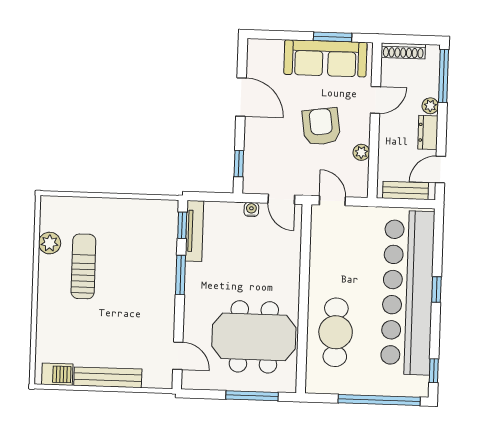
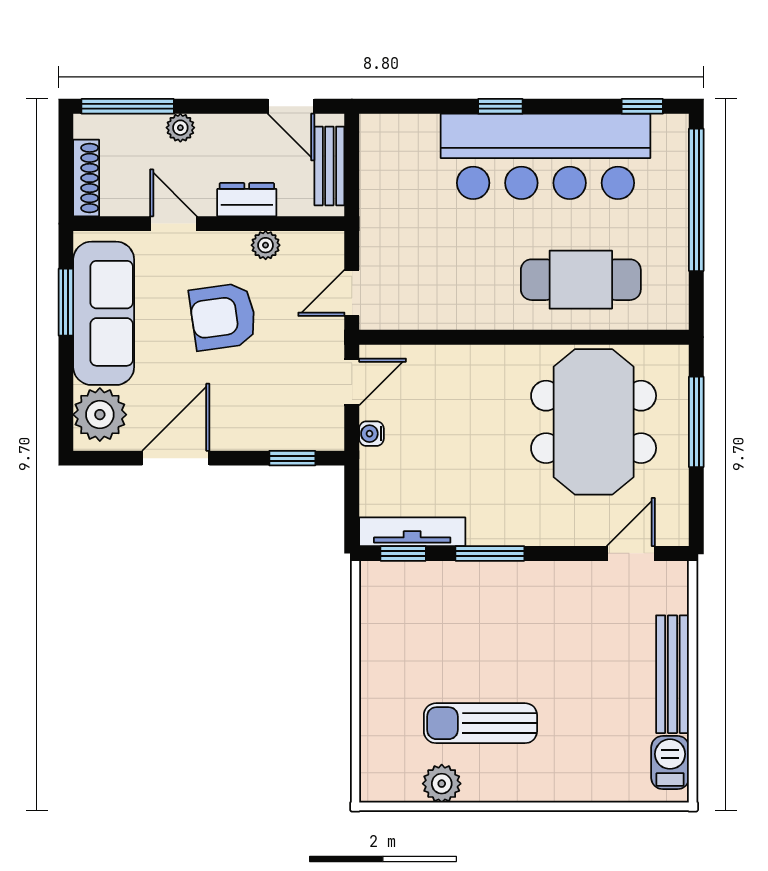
plant: (267, 54) -> (100, 415), added
dresser: (428, 132) -> (247, 200), moved, turned 180
bar counter: (408, 293) -> (546, 156), width x0.73

